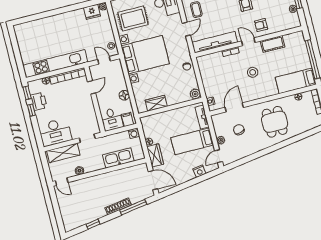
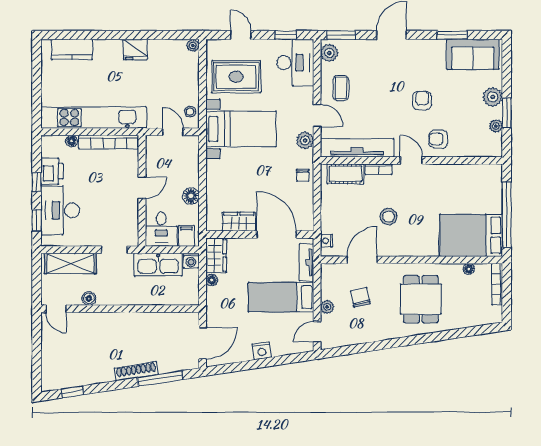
fridge: (92, 12) -> (135, 50), moved
kitchen counter: (32, 27) -> (72, 49), added
door: (186, 29) -> (317, 115), hinge flipped
cot: (273, 44) -> (345, 174), moved
bed with nightstands: (145, 55) -> (241, 129), width x0.73
stool: (253, 72) -> (389, 217), moved
bed: (296, 81) -> (471, 235), width x1.50
door: (92, 87) -> (142, 188), moved
window: (27, 93) -> (37, 220), moved
plant: (195, 94) -> (305, 140), moved
door: (180, 105) -> (276, 235), added
desk: (55, 132) -> (60, 210), moved, turned 90
wardrobe: (155, 155) -> (216, 255), moved
kitchen sink: (118, 158) -> (158, 265), moved, turned 180
nightstand: (199, 171) -> (262, 351), moved
door: (153, 180) -> (203, 343), hinge flipped
window: (93, 224) -> (72, 392), moved

